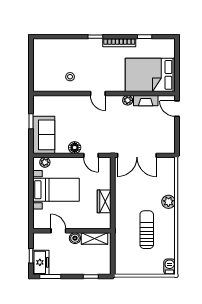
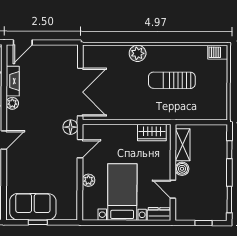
sofa: (44, 135) -> (33, 207), moved
floor lamp: (75, 148) -> (70, 127), moved
plant: (45, 162) -> (88, 180), moved
wardrobe: (104, 201) -> (152, 133), moved
dresser: (38, 220) -> (159, 214), added
door: (58, 231) -> (173, 189), hinge flipped
freezer: (41, 262) -> (212, 211), removed

